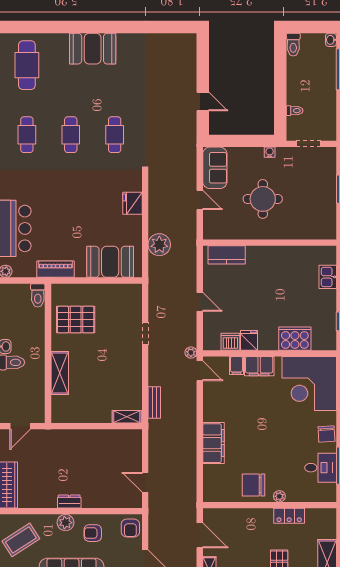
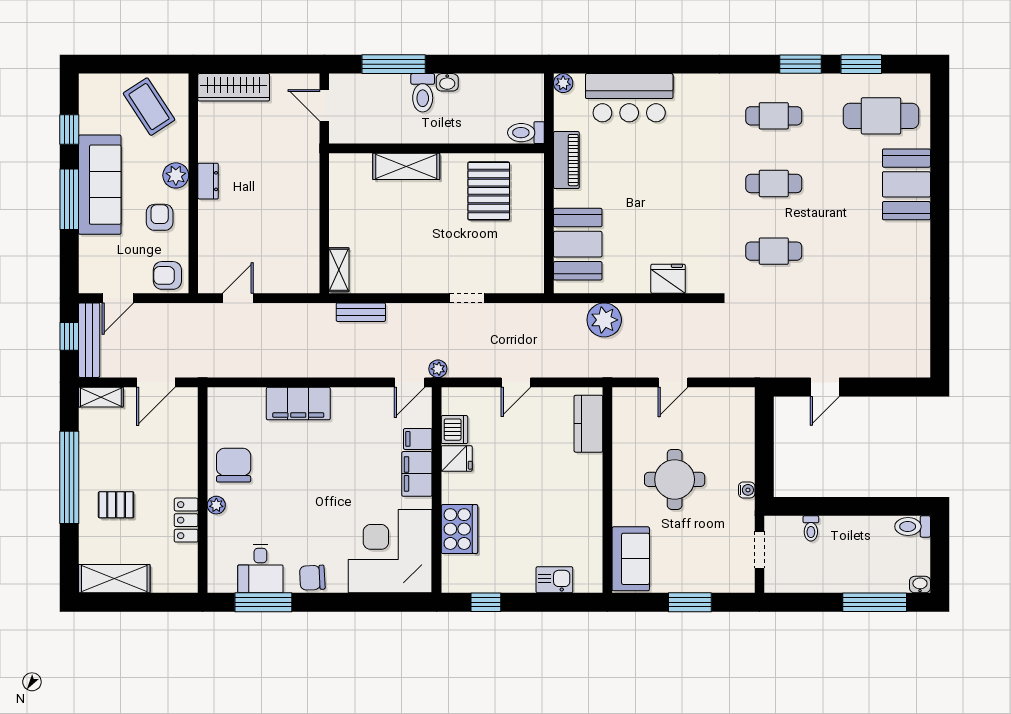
booth: (93, 49) -> (906, 184), moved
sofa: (215, 168) -> (631, 559), moved, turned -90

